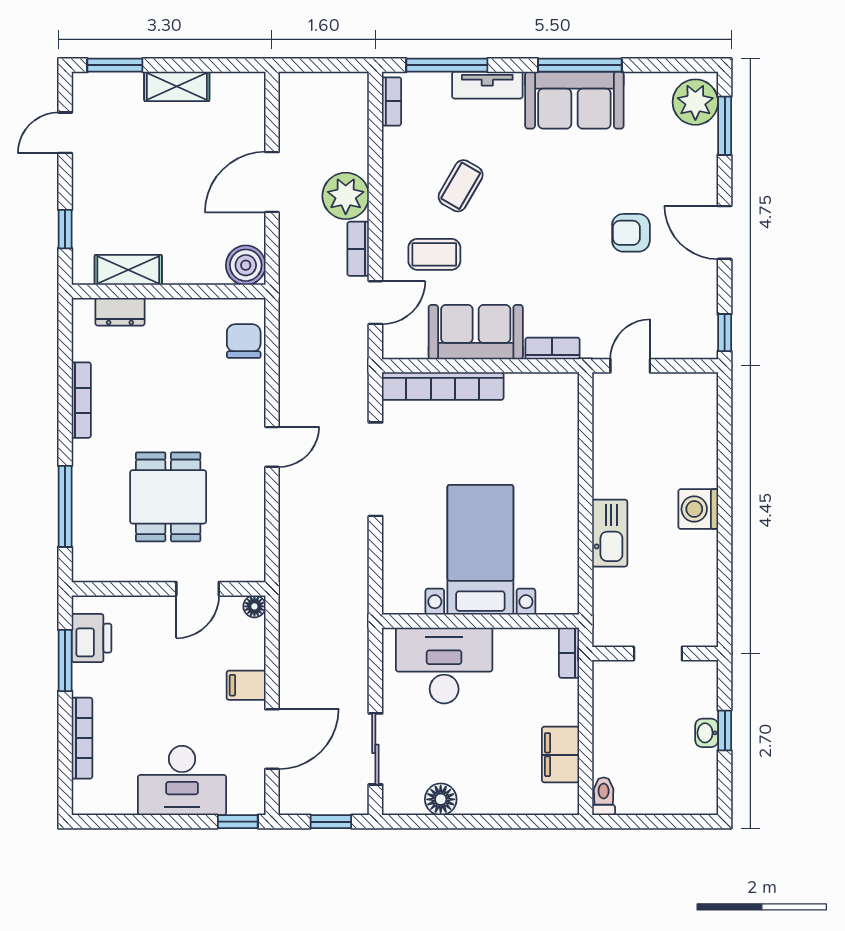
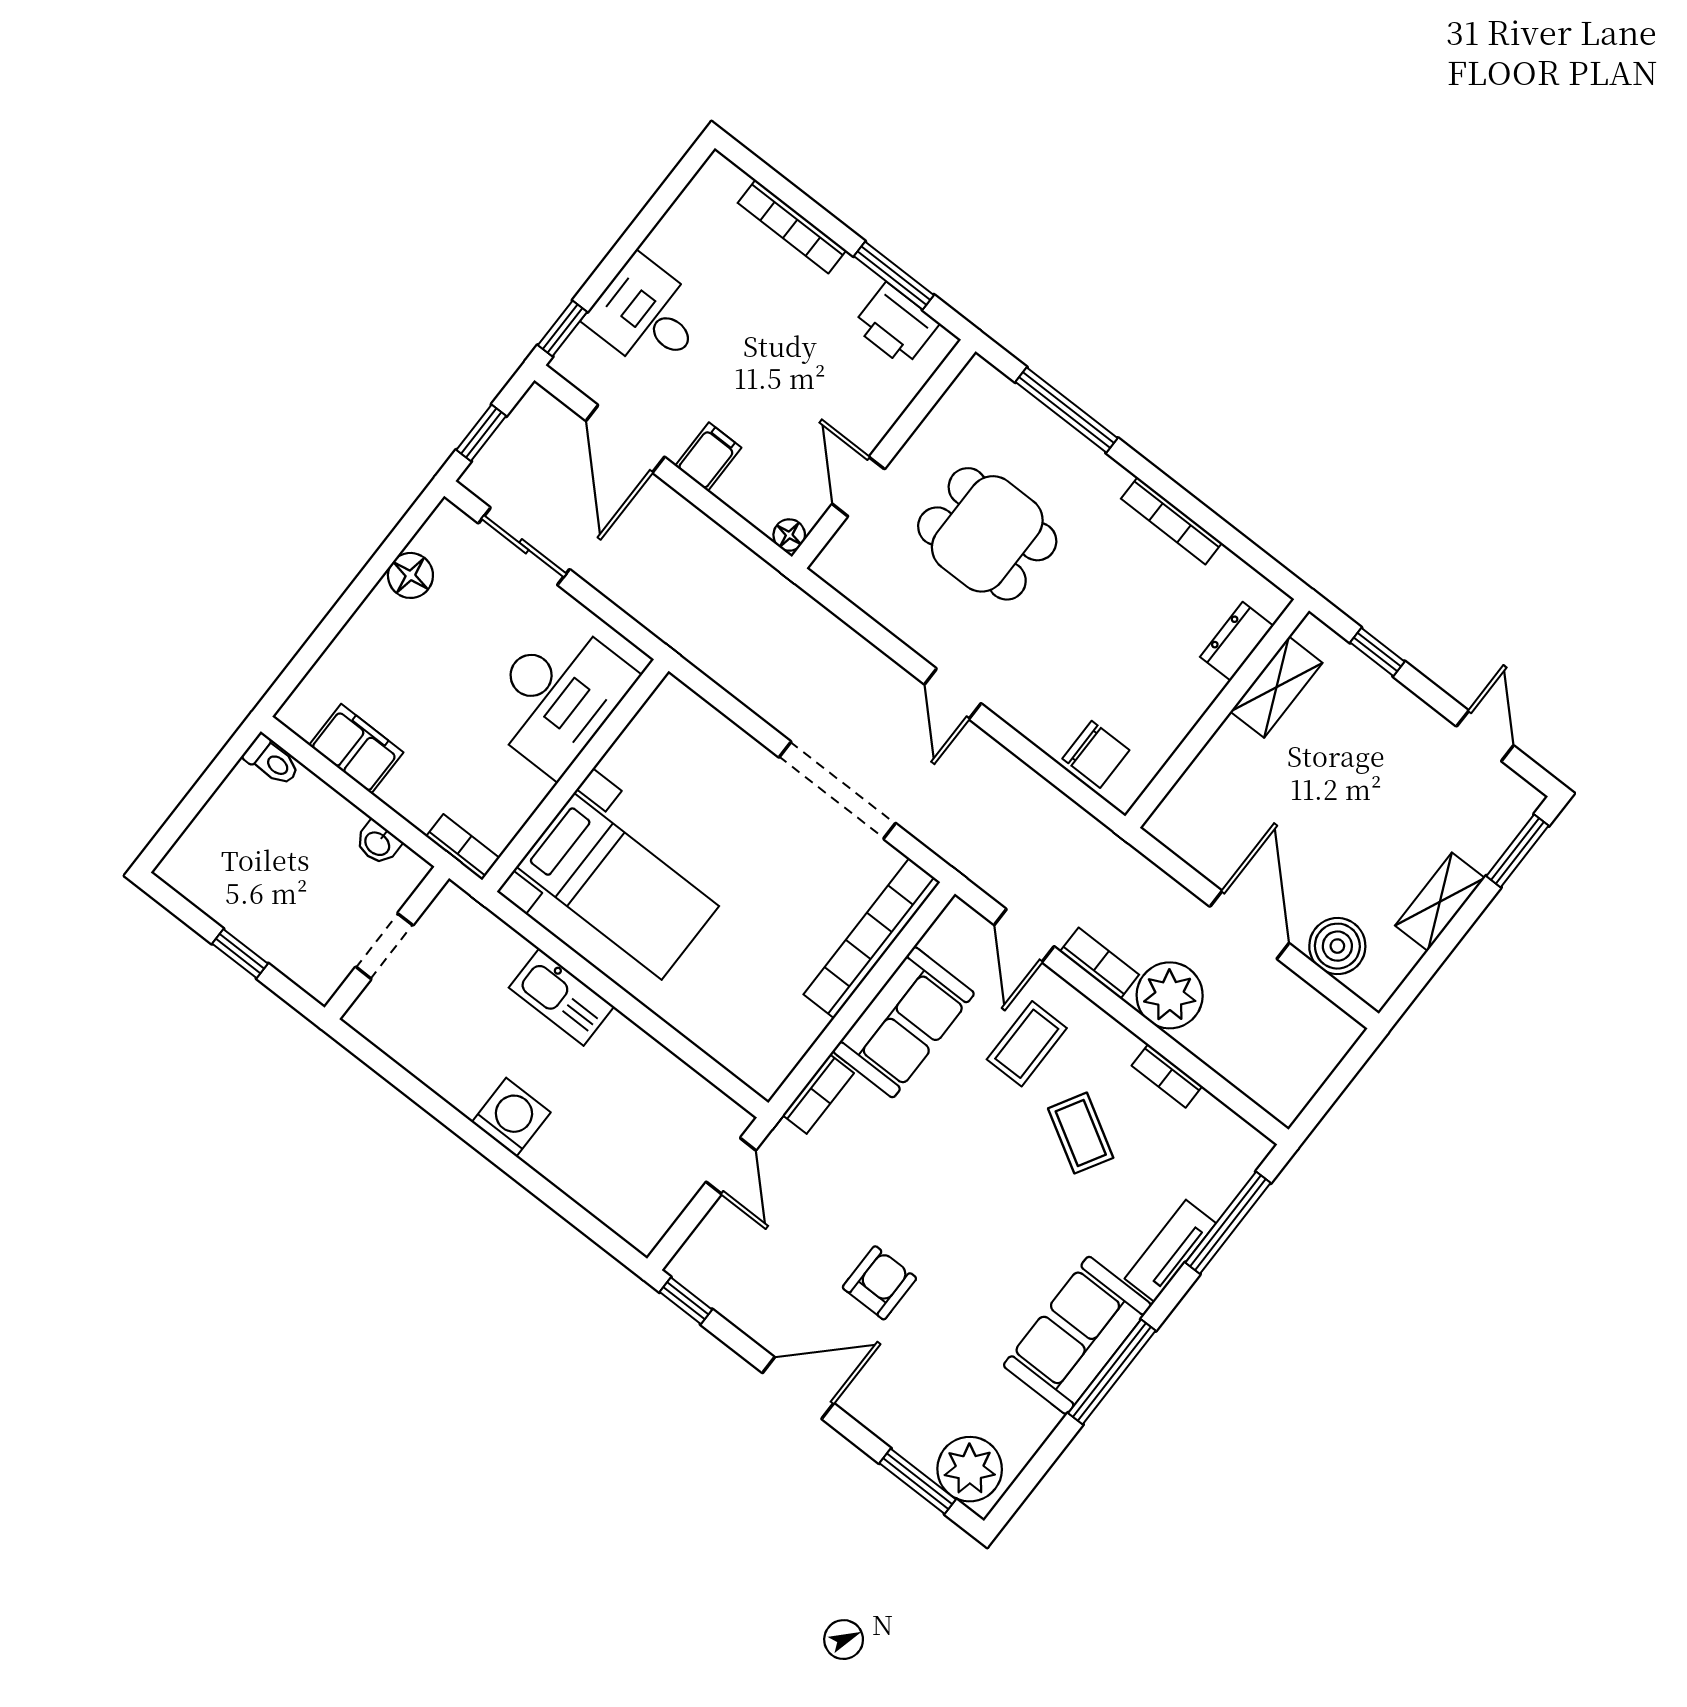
bookcase: (392, 101) -> (1167, 1076), moved
boiler: (246, 265) -> (1337, 946), moved
bed with nightstands: (480, 550) -> (618, 886), moved
washbasin: (707, 733) -> (378, 843), moved, turned 180
desk: (182, 780) -> (647, 315), width x0.73

